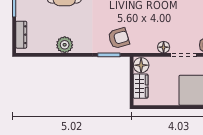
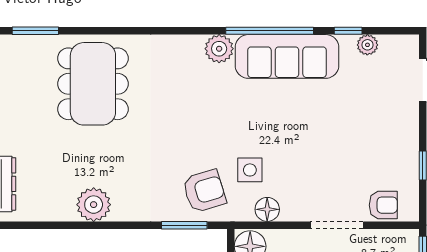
side table: (141, 28) -> (250, 170), added
floor lamp: (164, 47) -> (267, 209), moved

